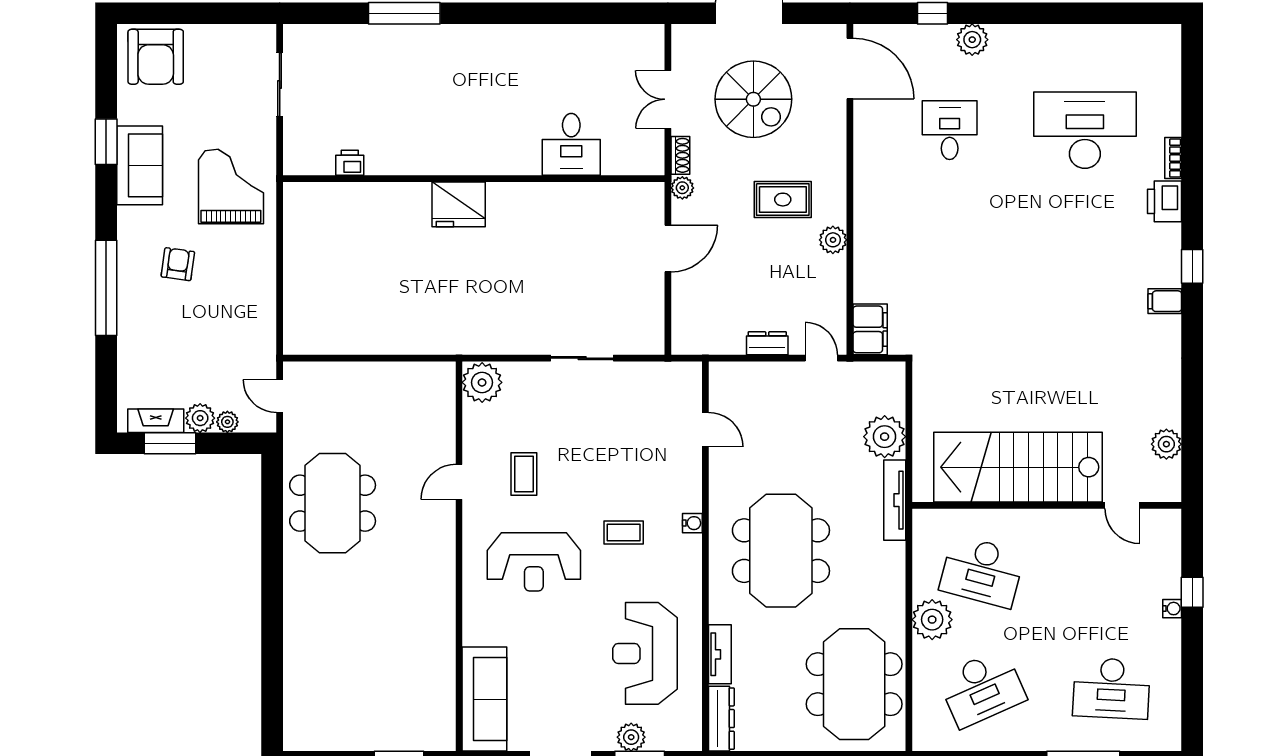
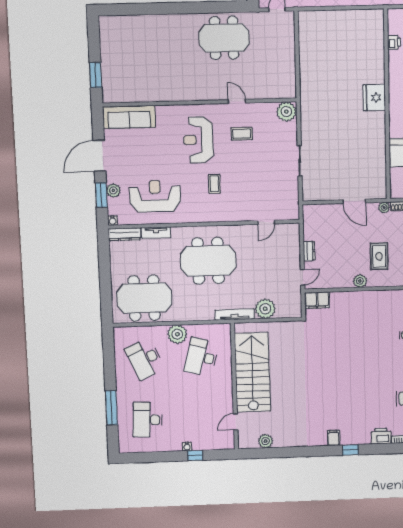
water cooler: (692, 523) -> (113, 221), moved

